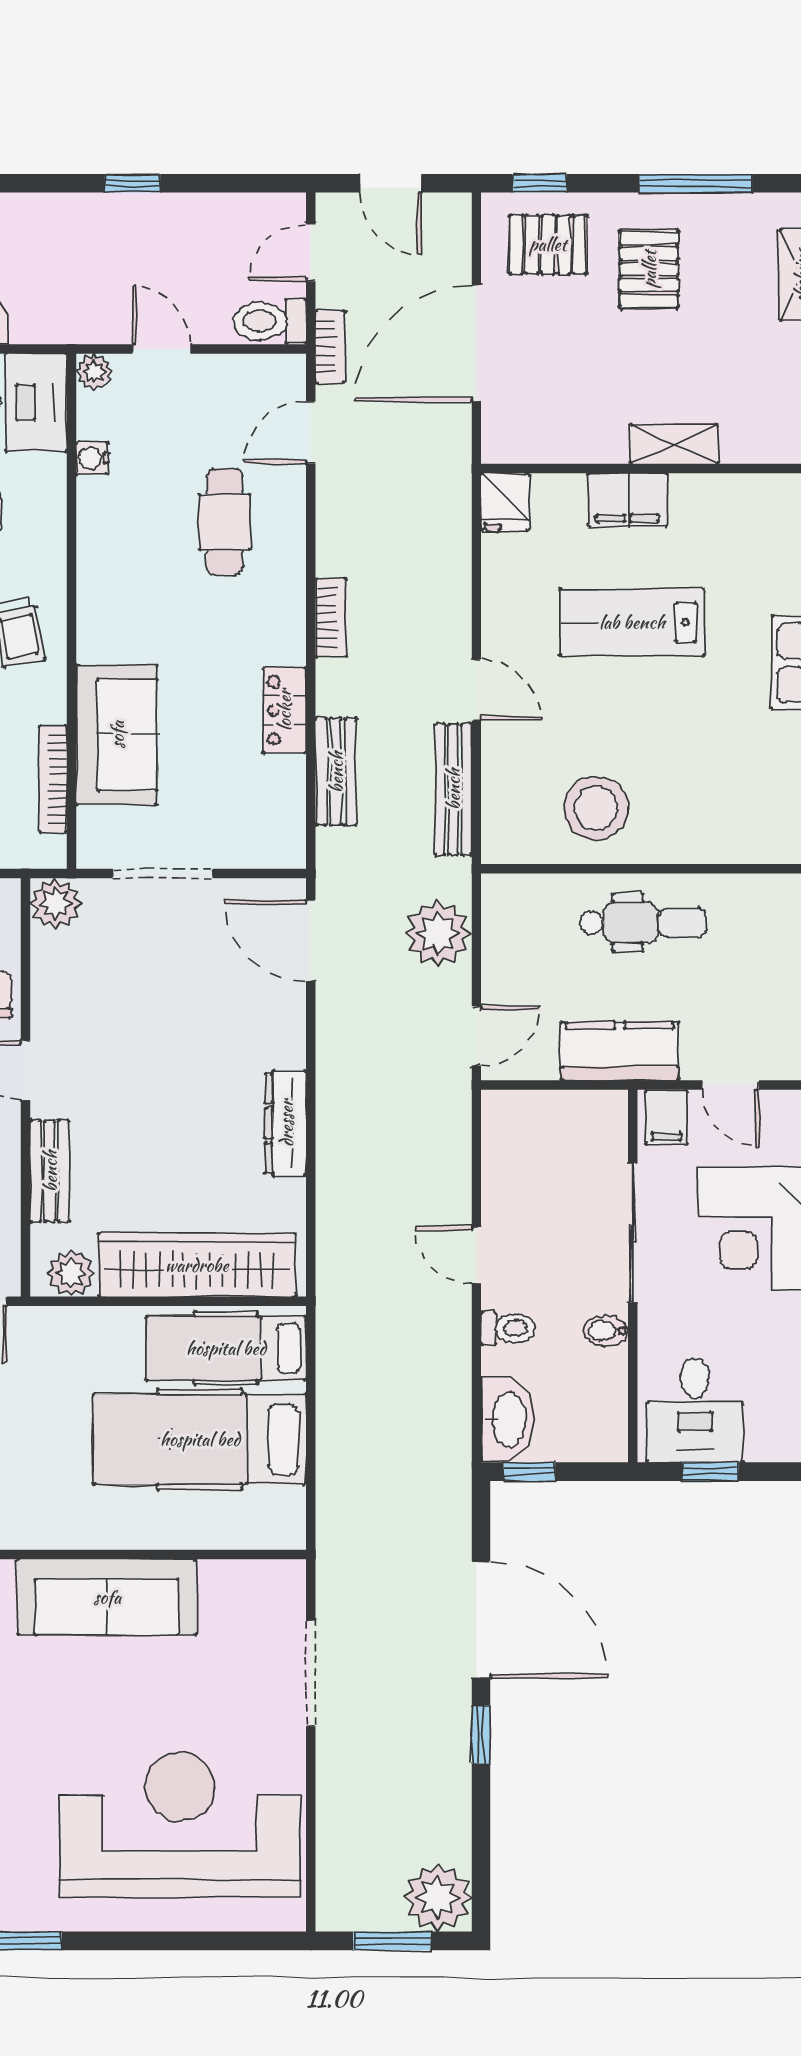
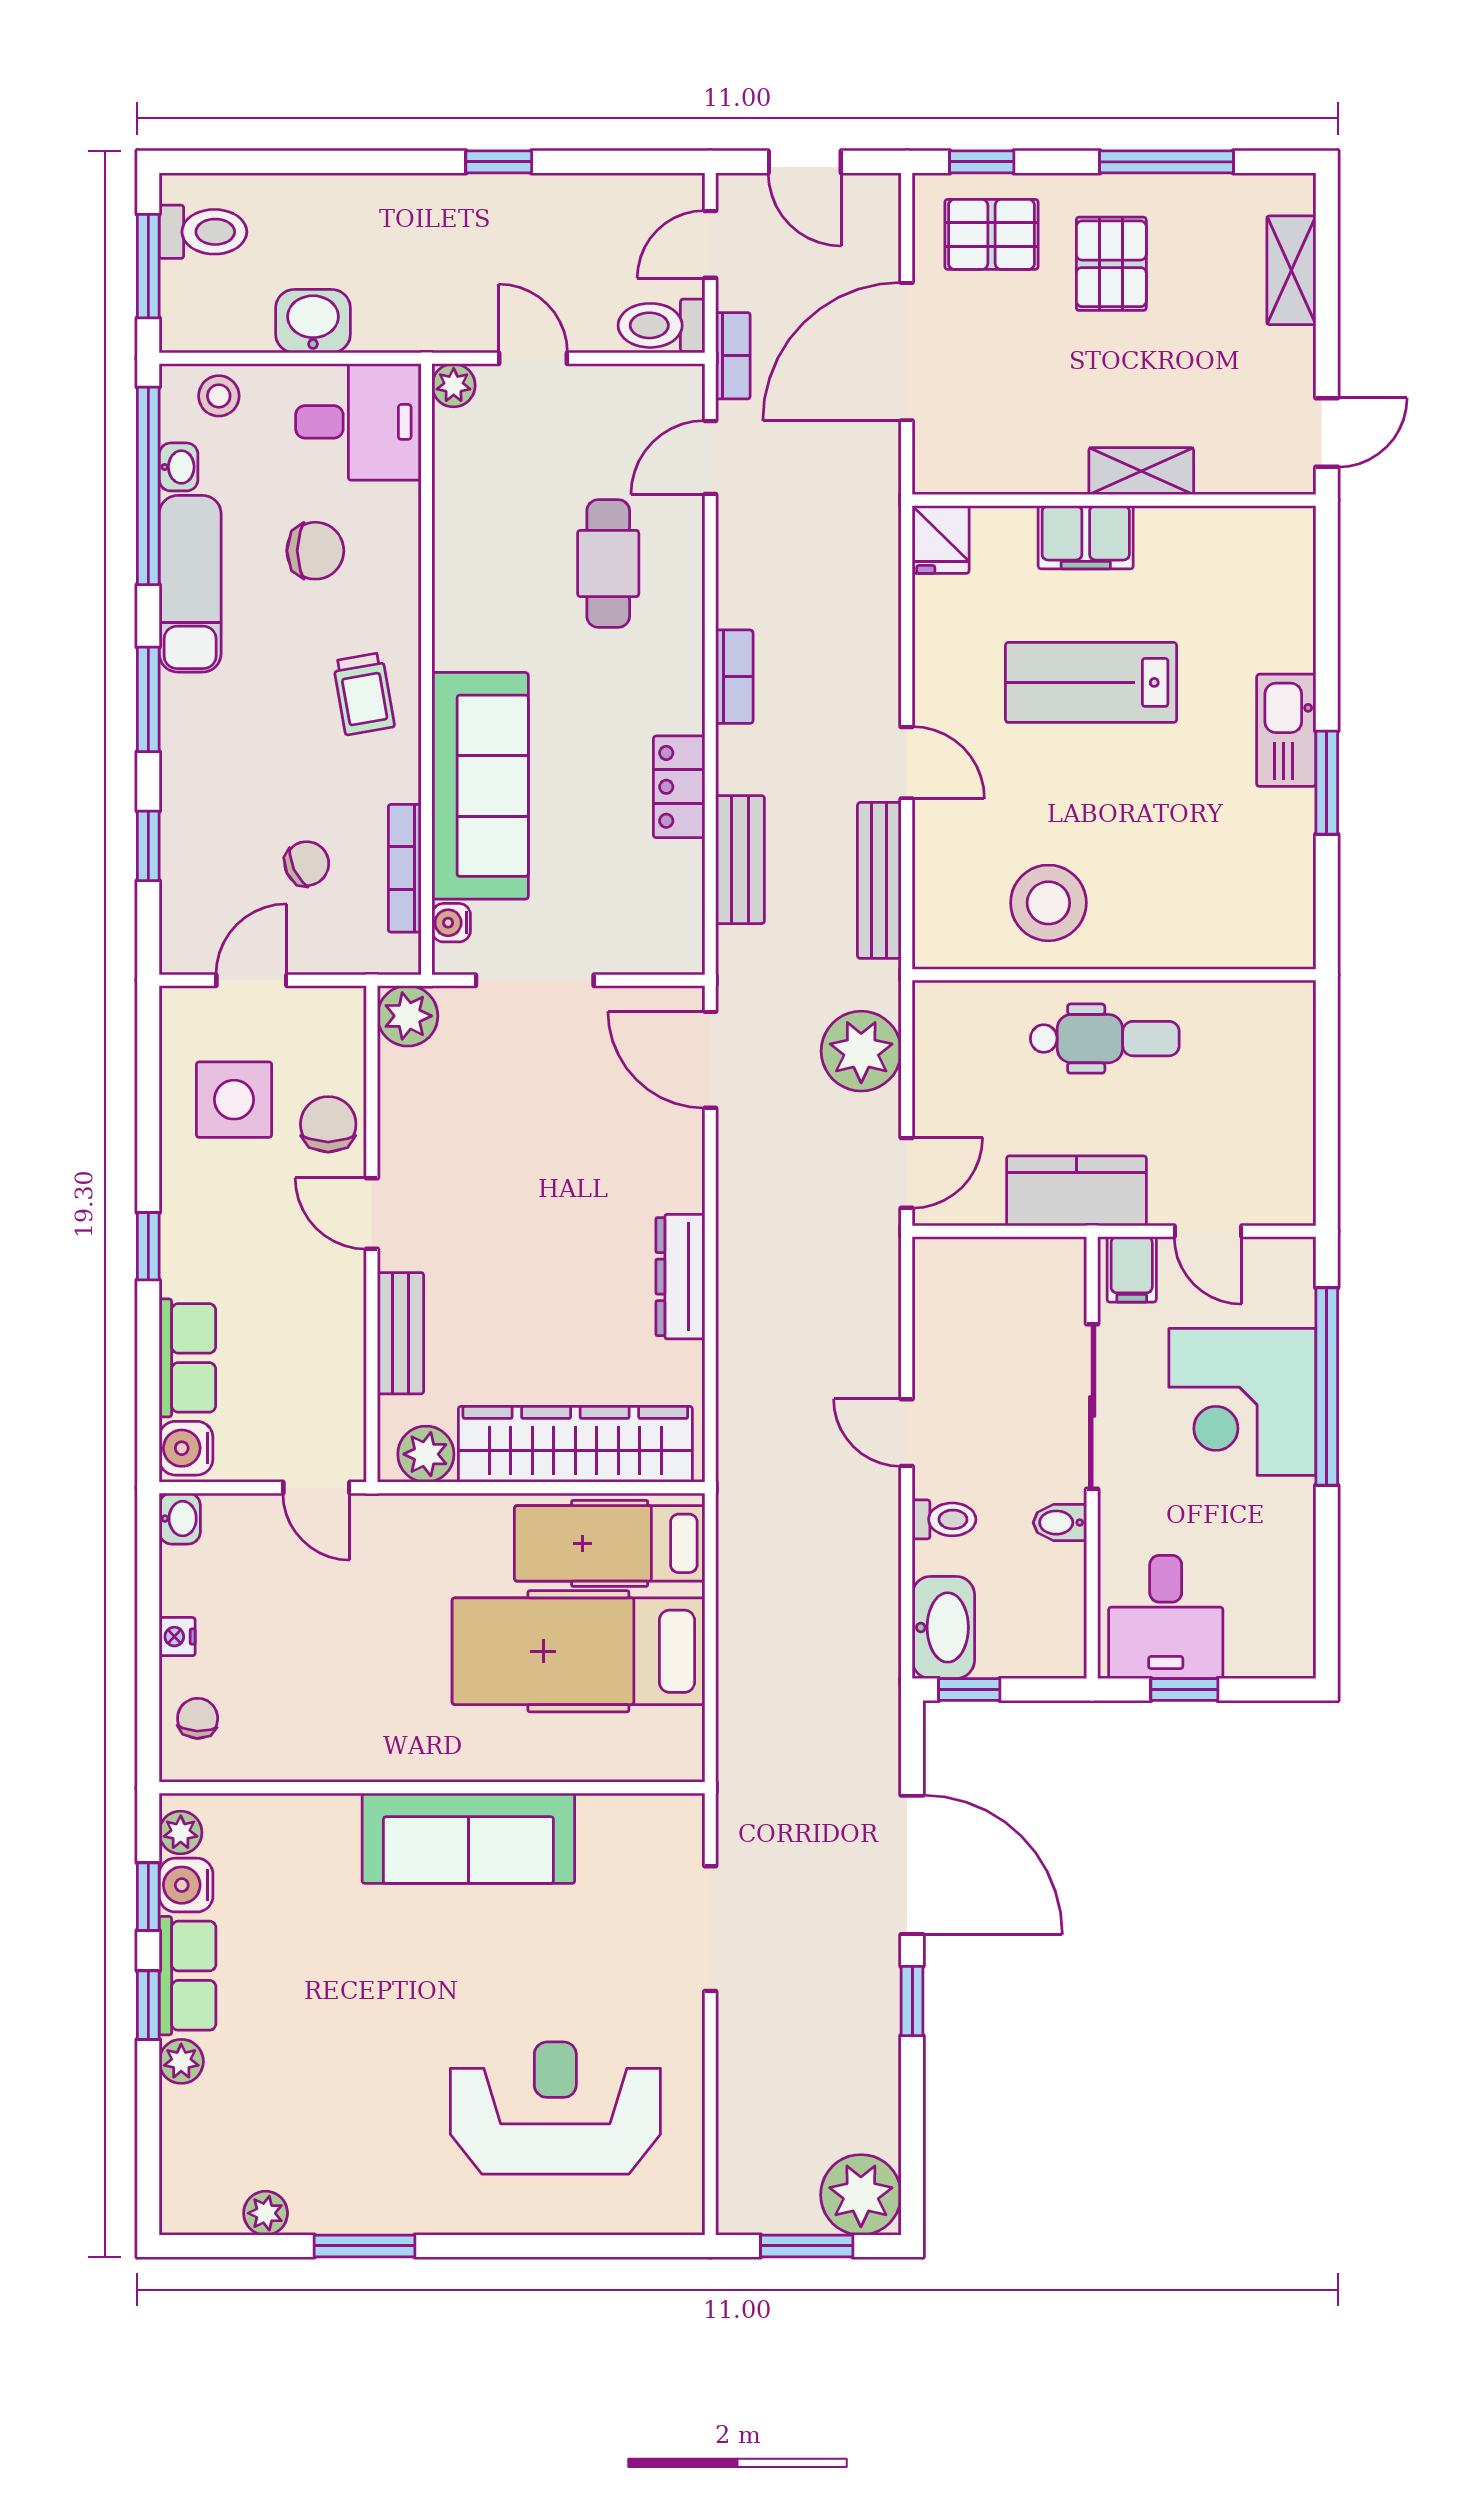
water cooler: (92, 458) -> (451, 923), moved
sofa: (117, 735) -> (480, 786), width x1.36
reception desk: (180, 1824) -> (555, 2108), width x0.74, depth x0.77

